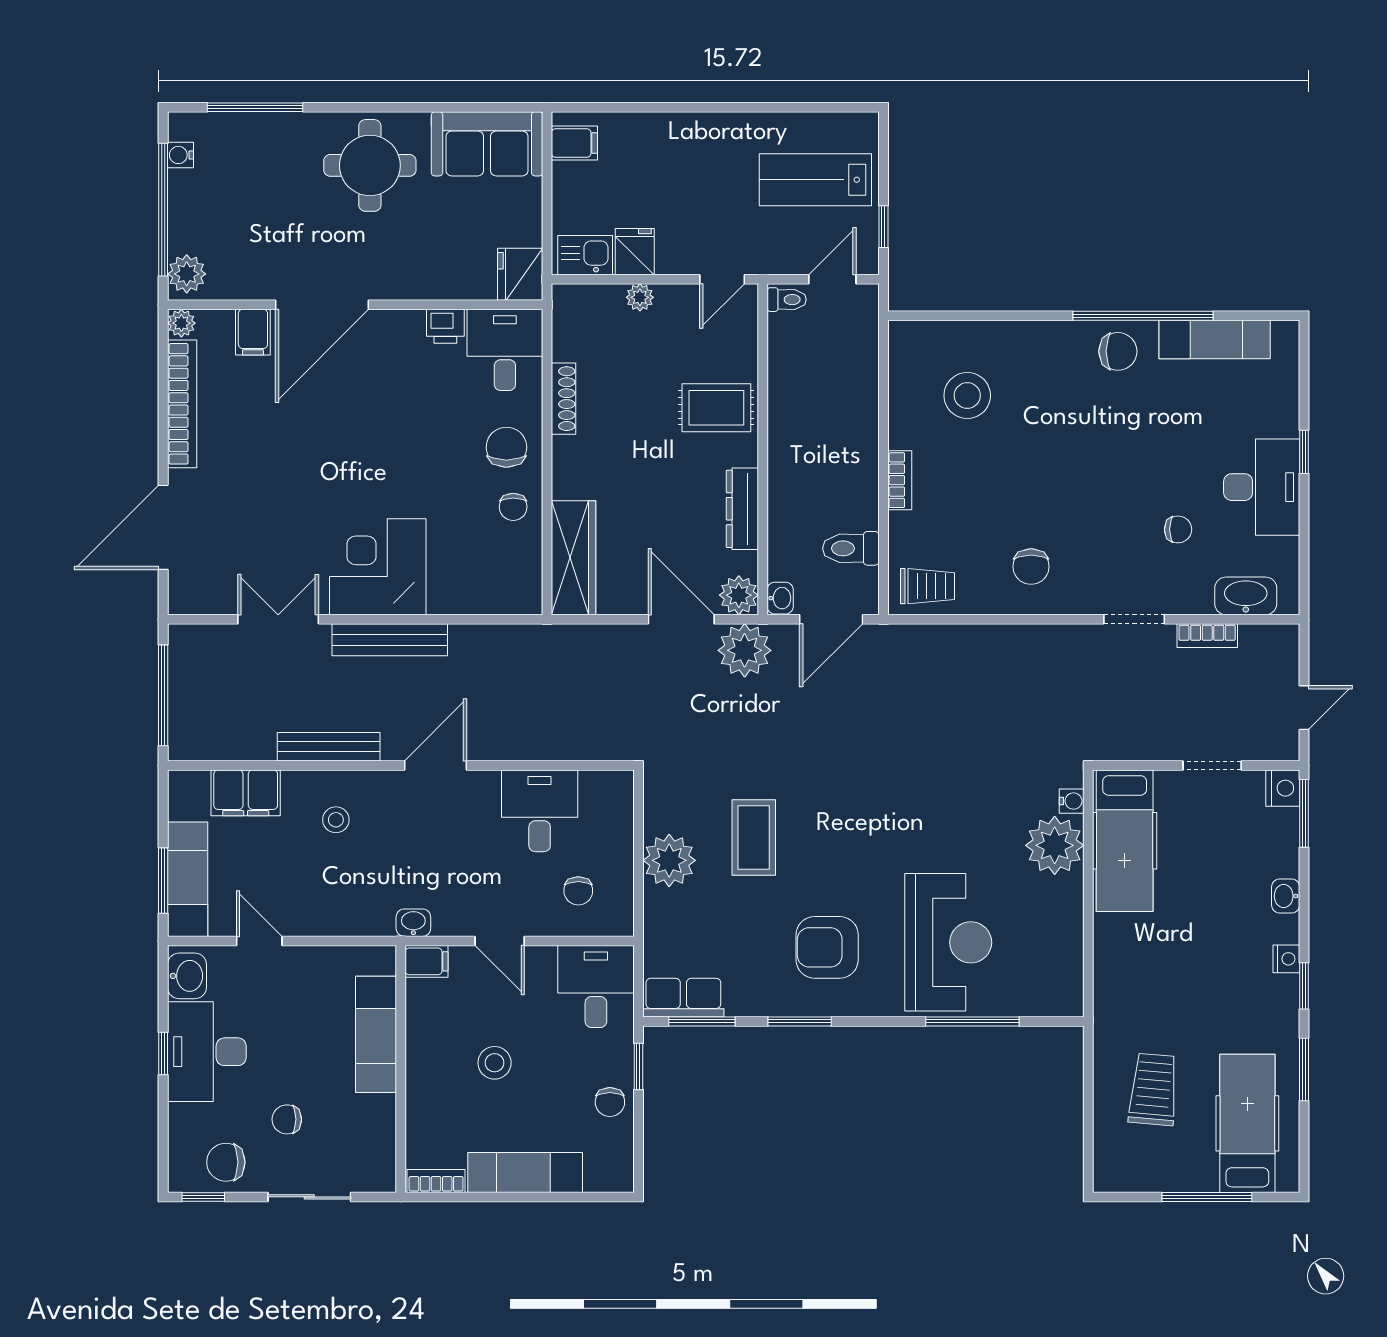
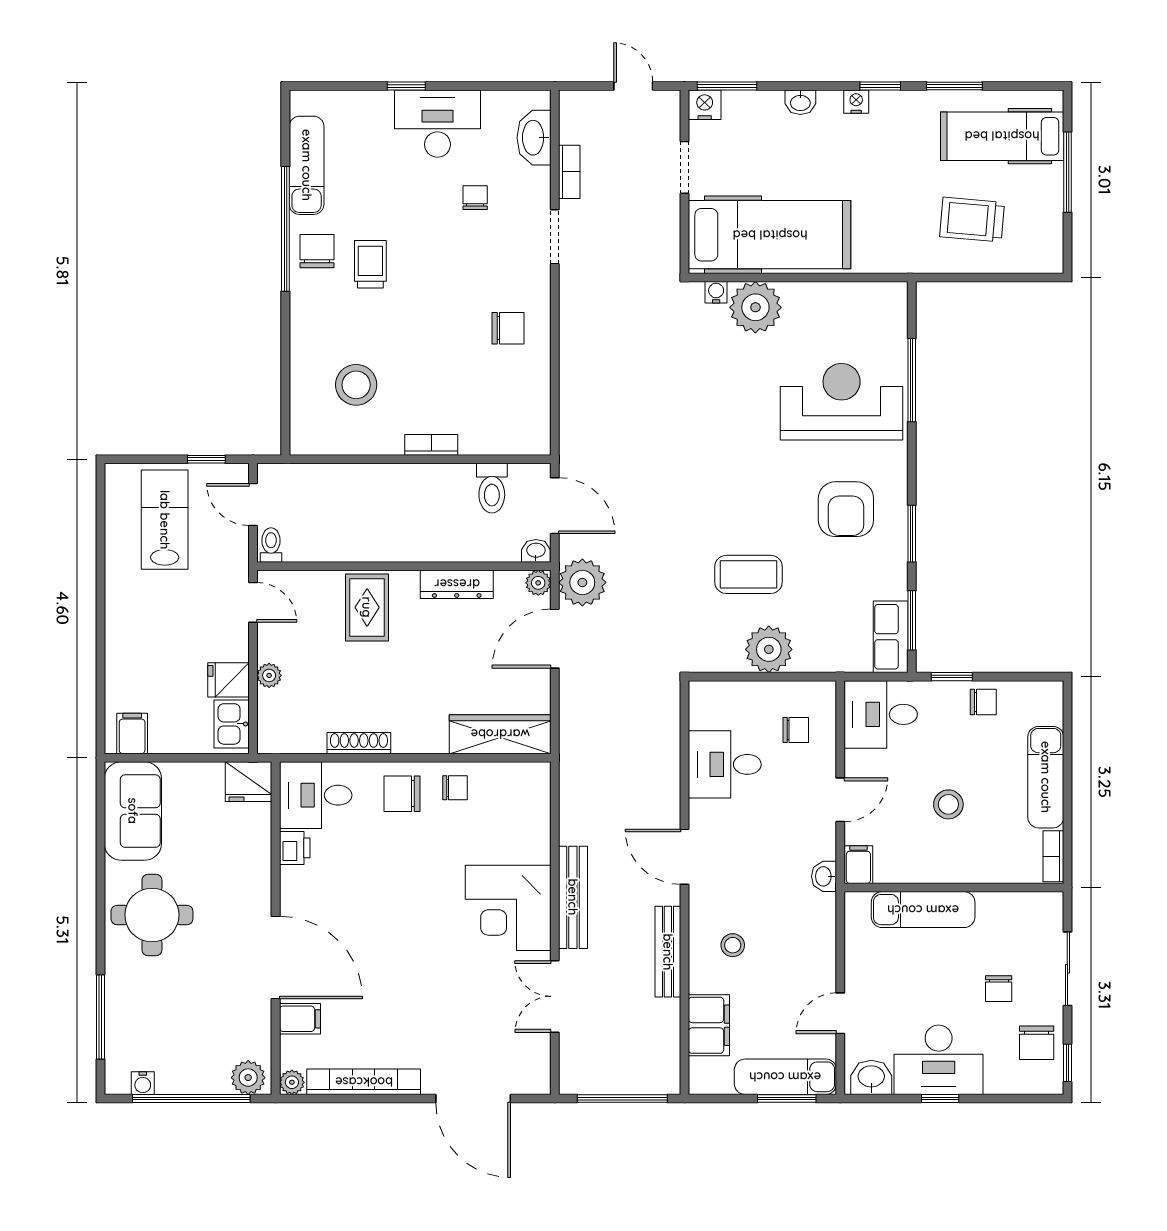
lab bench: (815, 180) -> (165, 520), turned 180
trolley: (927, 586) -> (370, 264), moved
plant: (739, 595) -> (538, 583), width x0.73, depth x0.73
hospital bed: (1125, 841) -> (770, 235), width x1.37, depth x1.29

